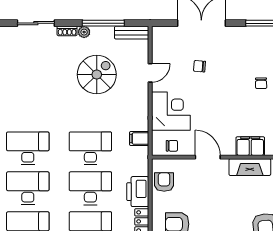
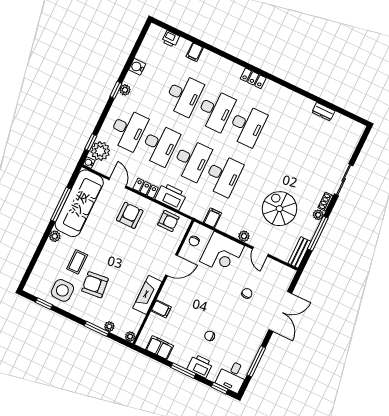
spiral stairs: (97, 75) -> (279, 209), turned 180
plant: (142, 97) -> (244, 236), added
filing cabinet: (250, 146) -> (161, 309), width x0.50

